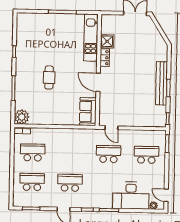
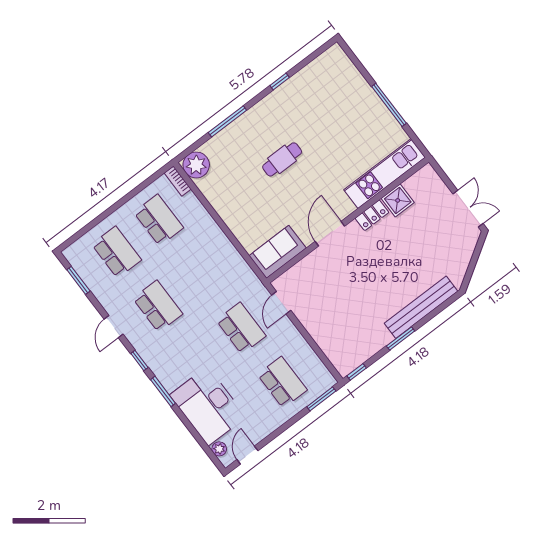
bench: (162, 83) -> (421, 307), moved

